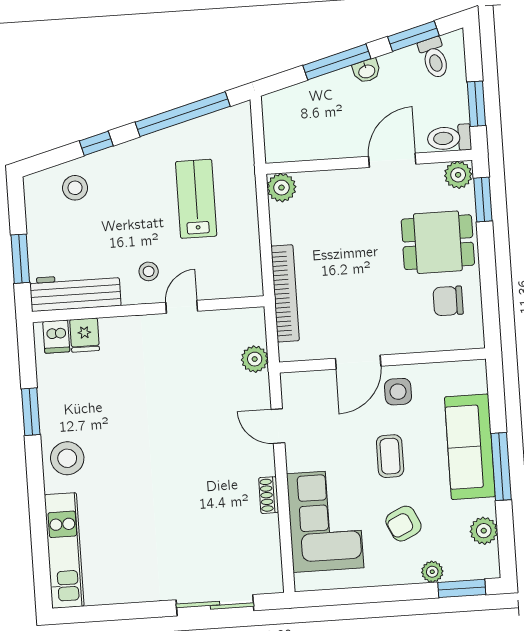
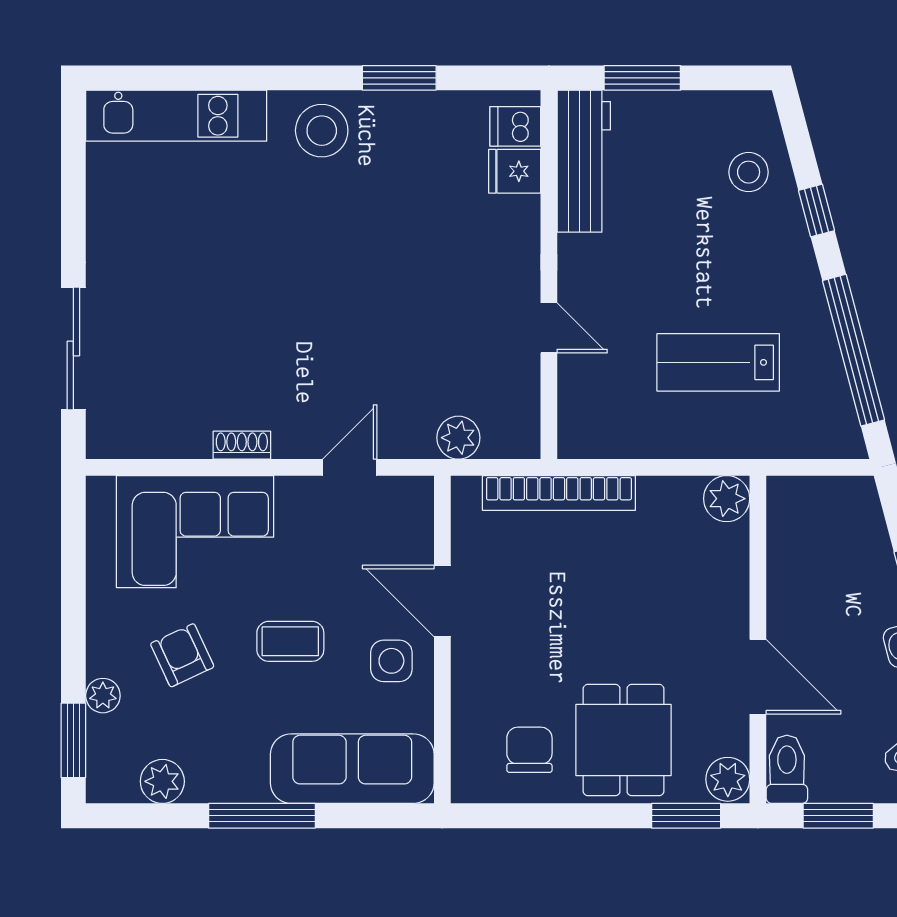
lab bench: (196, 199) -> (718, 362), turned 180
stool: (149, 271) -> (608, 279), removed
sofa: (470, 447) -> (352, 769), moved

